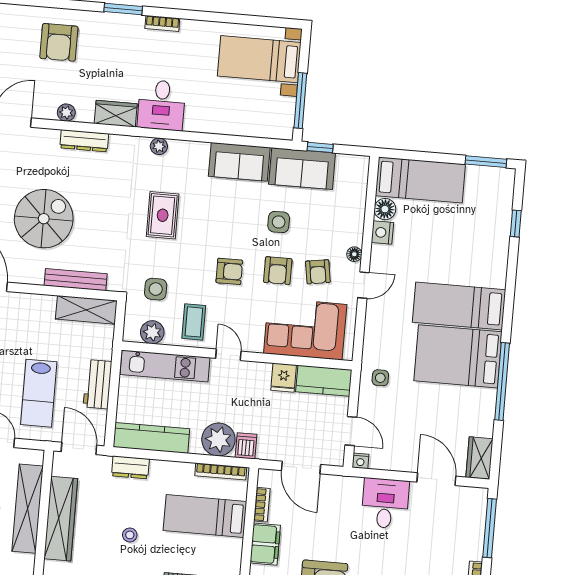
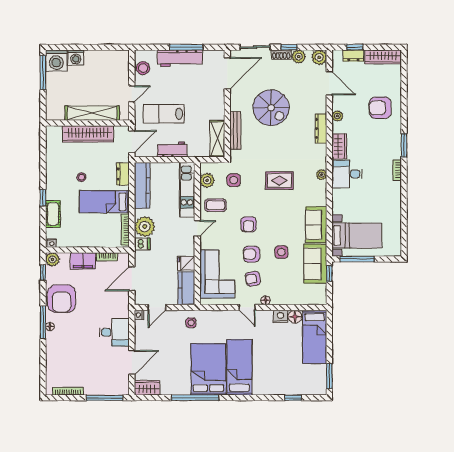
bed with nightstands: (259, 59) -> (357, 235), moved, turned 90
bed: (205, 516) -> (104, 202), moved, turned -90

